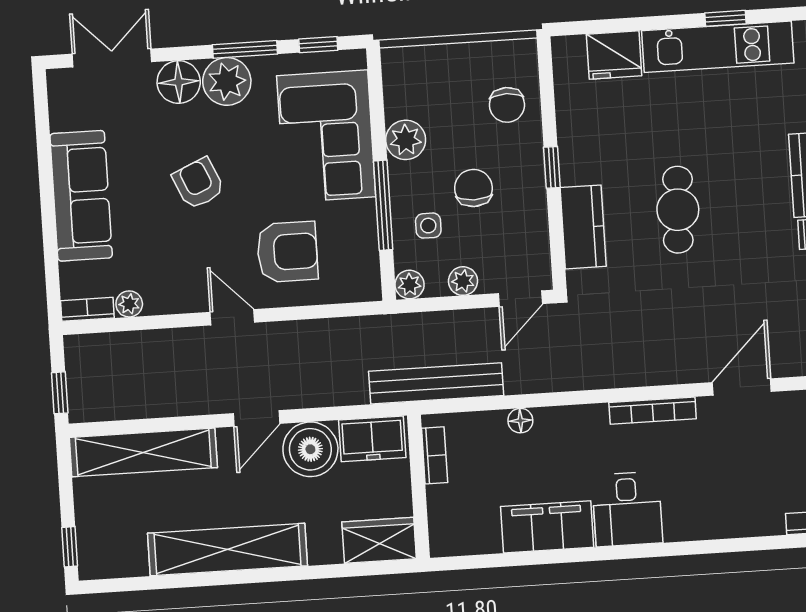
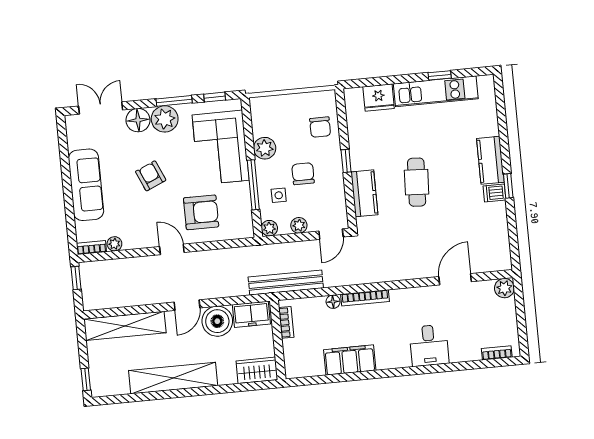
window: (60, 393) -> (76, 278), moved
bookcase: (653, 411) -> (365, 298), moved
desk: (627, 509) -> (429, 345), moved

